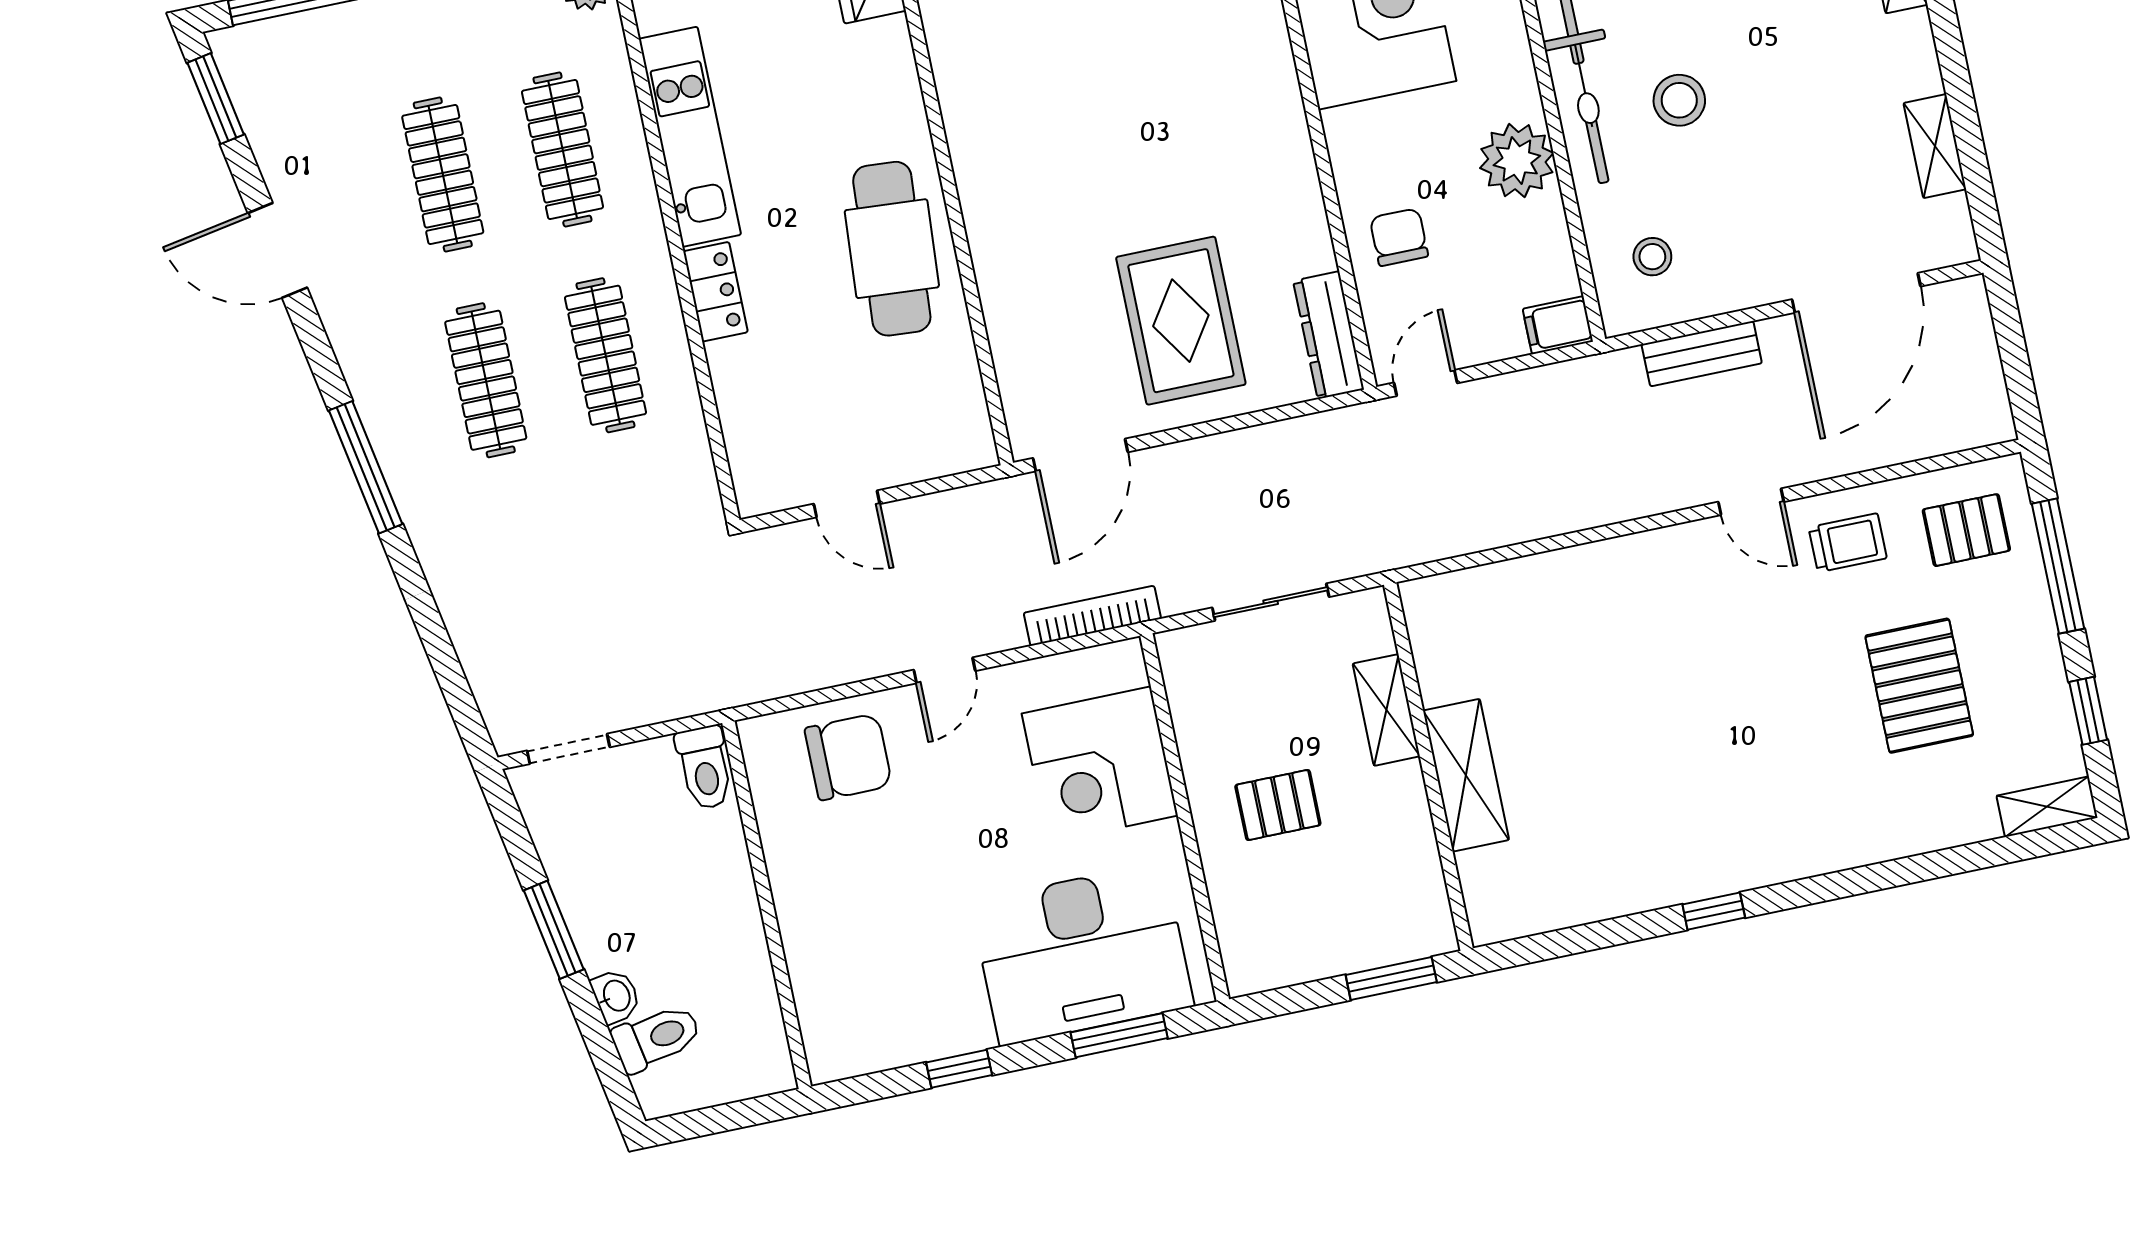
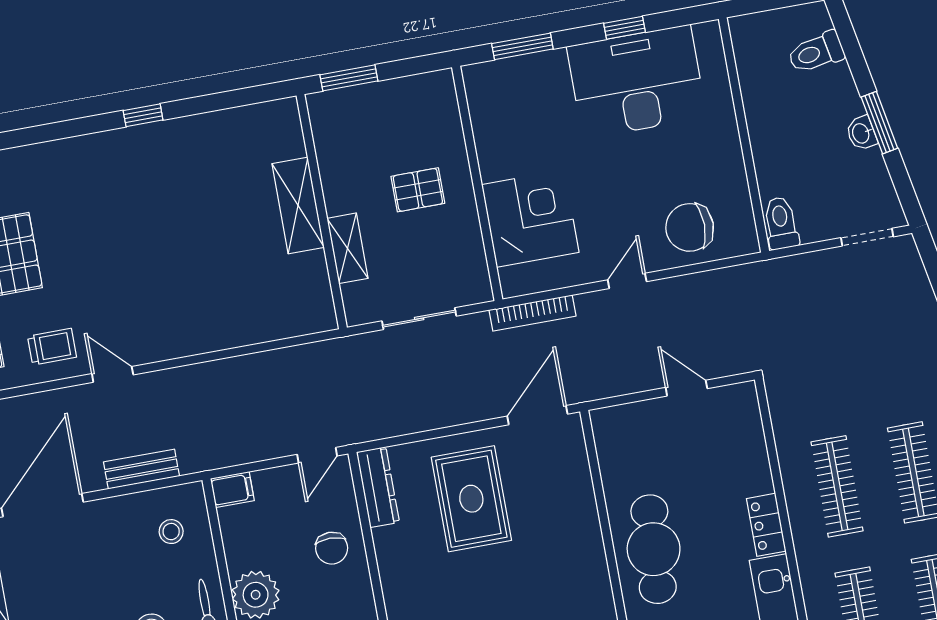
trolley: (1848, 543) -> (52, 347), turned 180
desk: (1082, 954) -> (637, 82), moved
washbasin: (616, 996) -> (861, 133), moved

